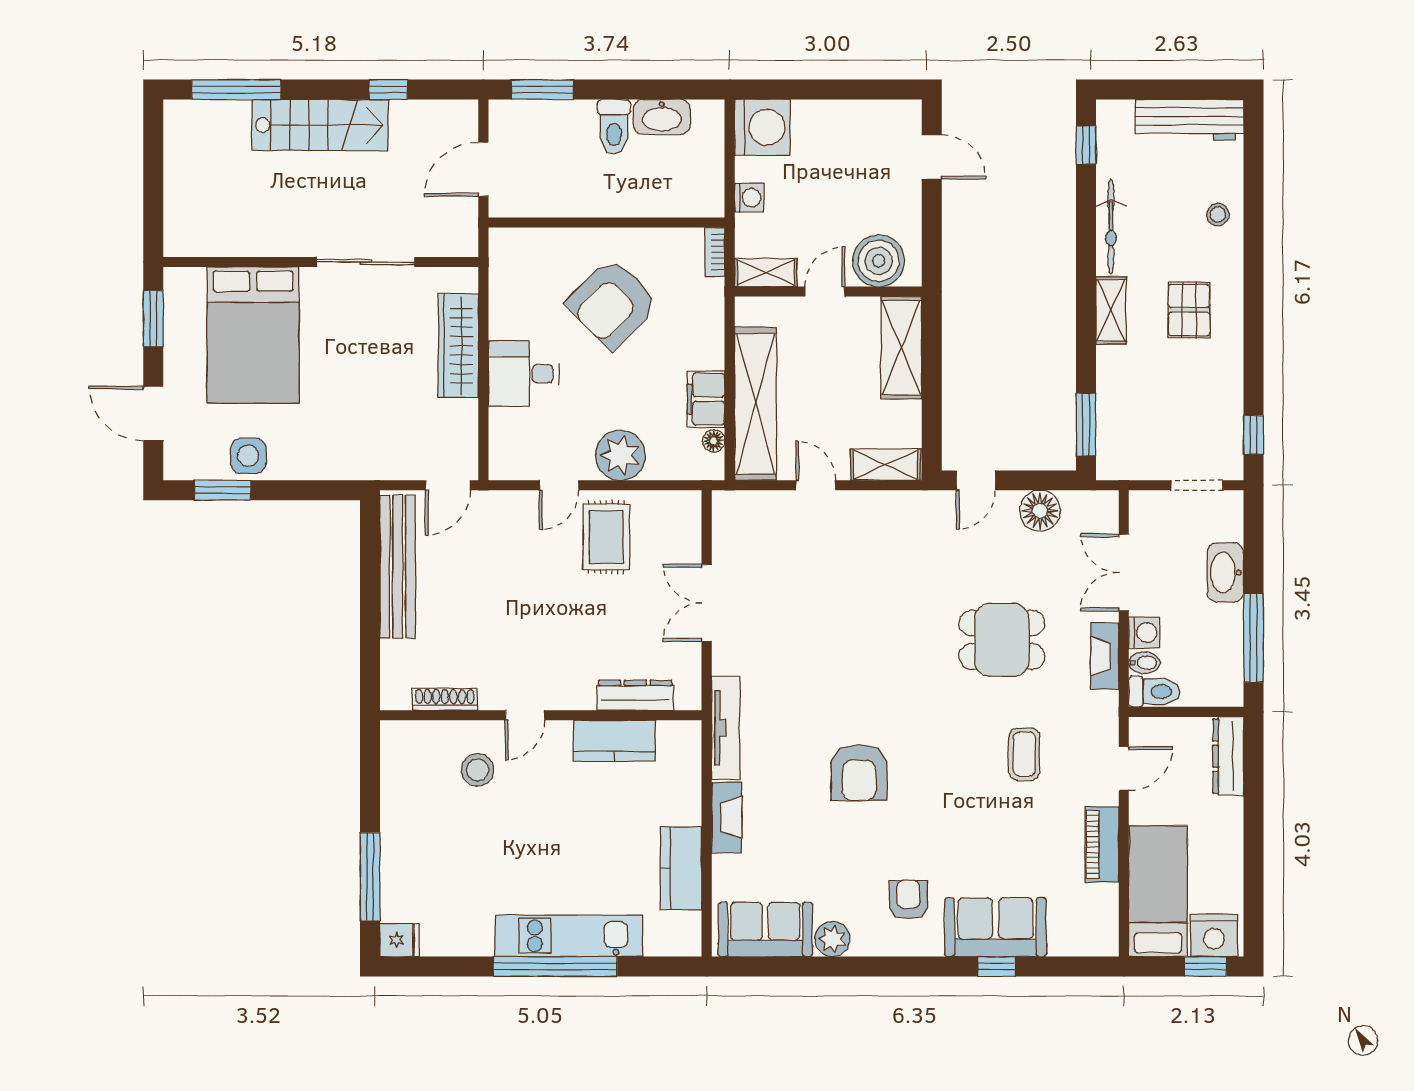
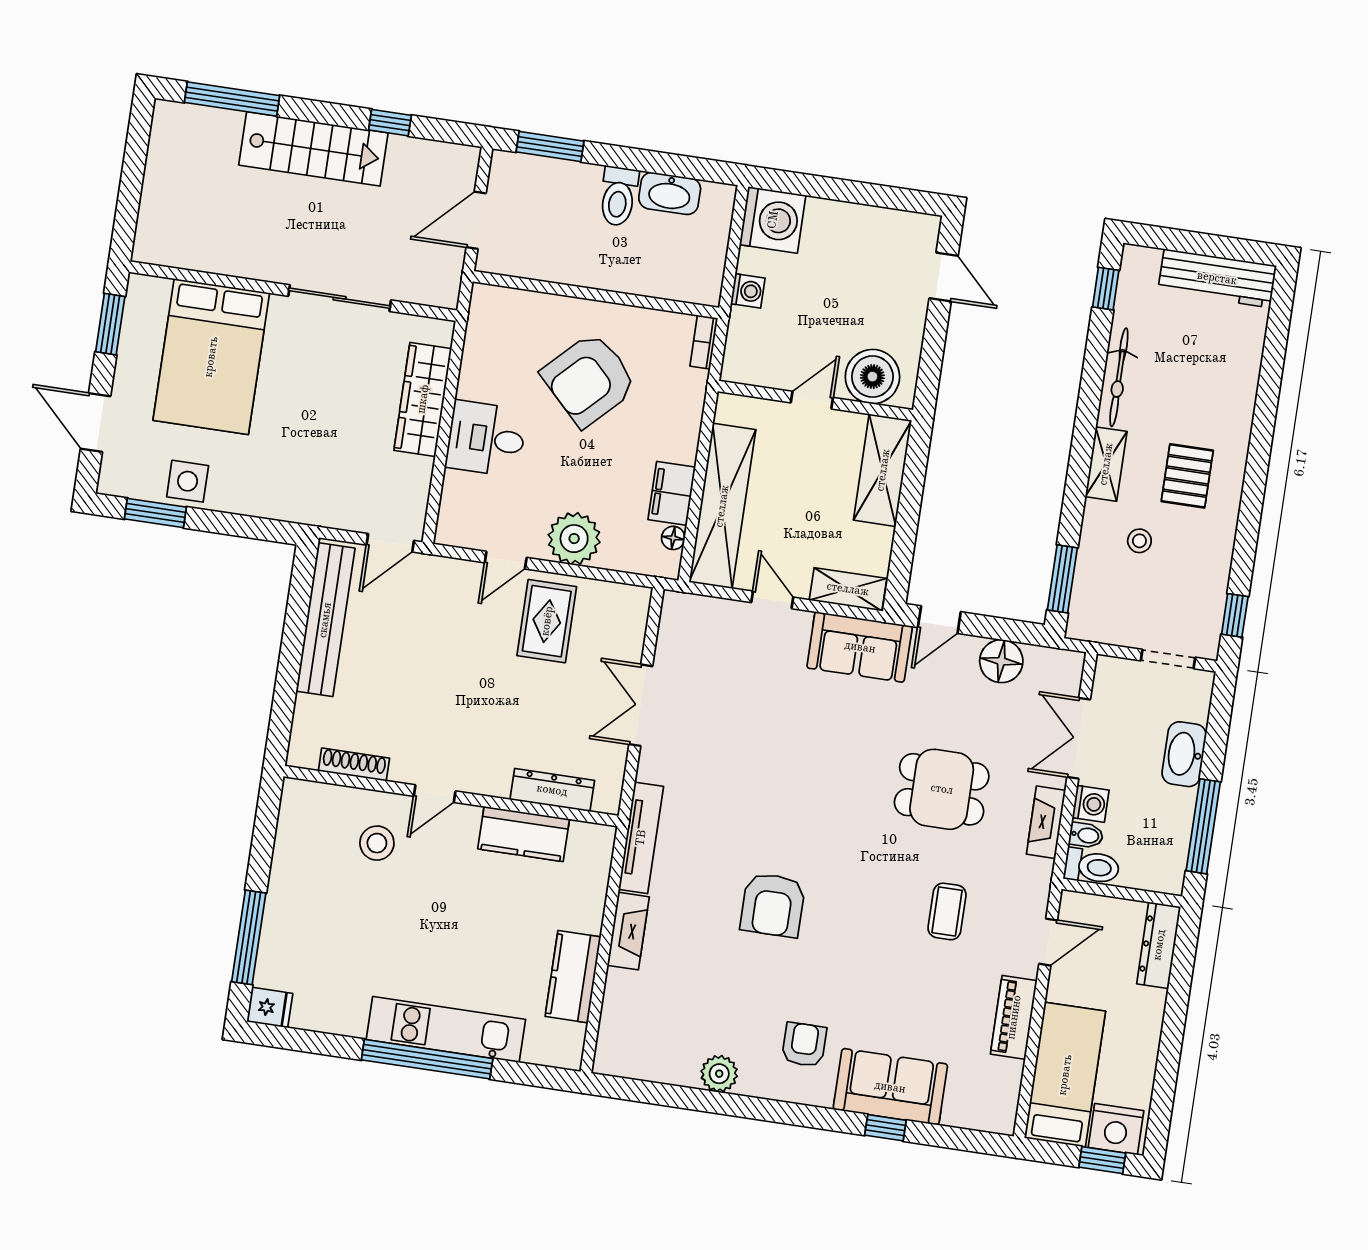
stool: (1218, 215) -> (1139, 541), moved
shelving: (766, 273) -> (753, 371), removed
sofa: (765, 929) -> (860, 647), moved, turned 180

